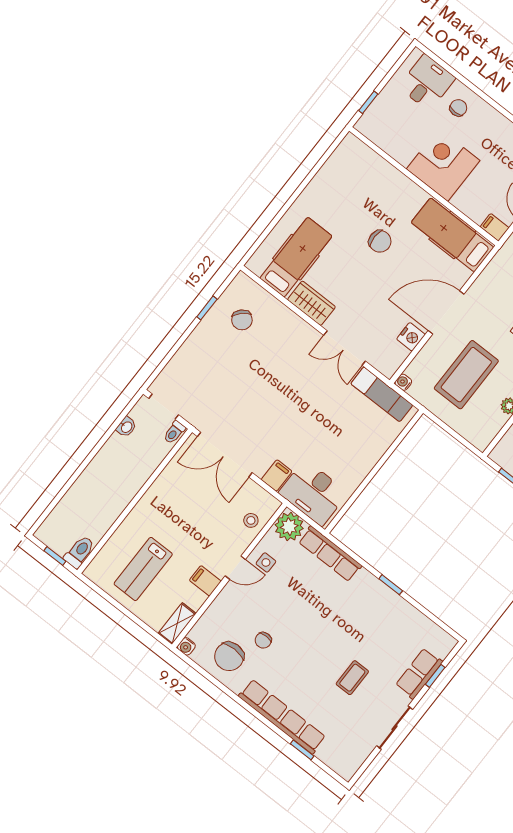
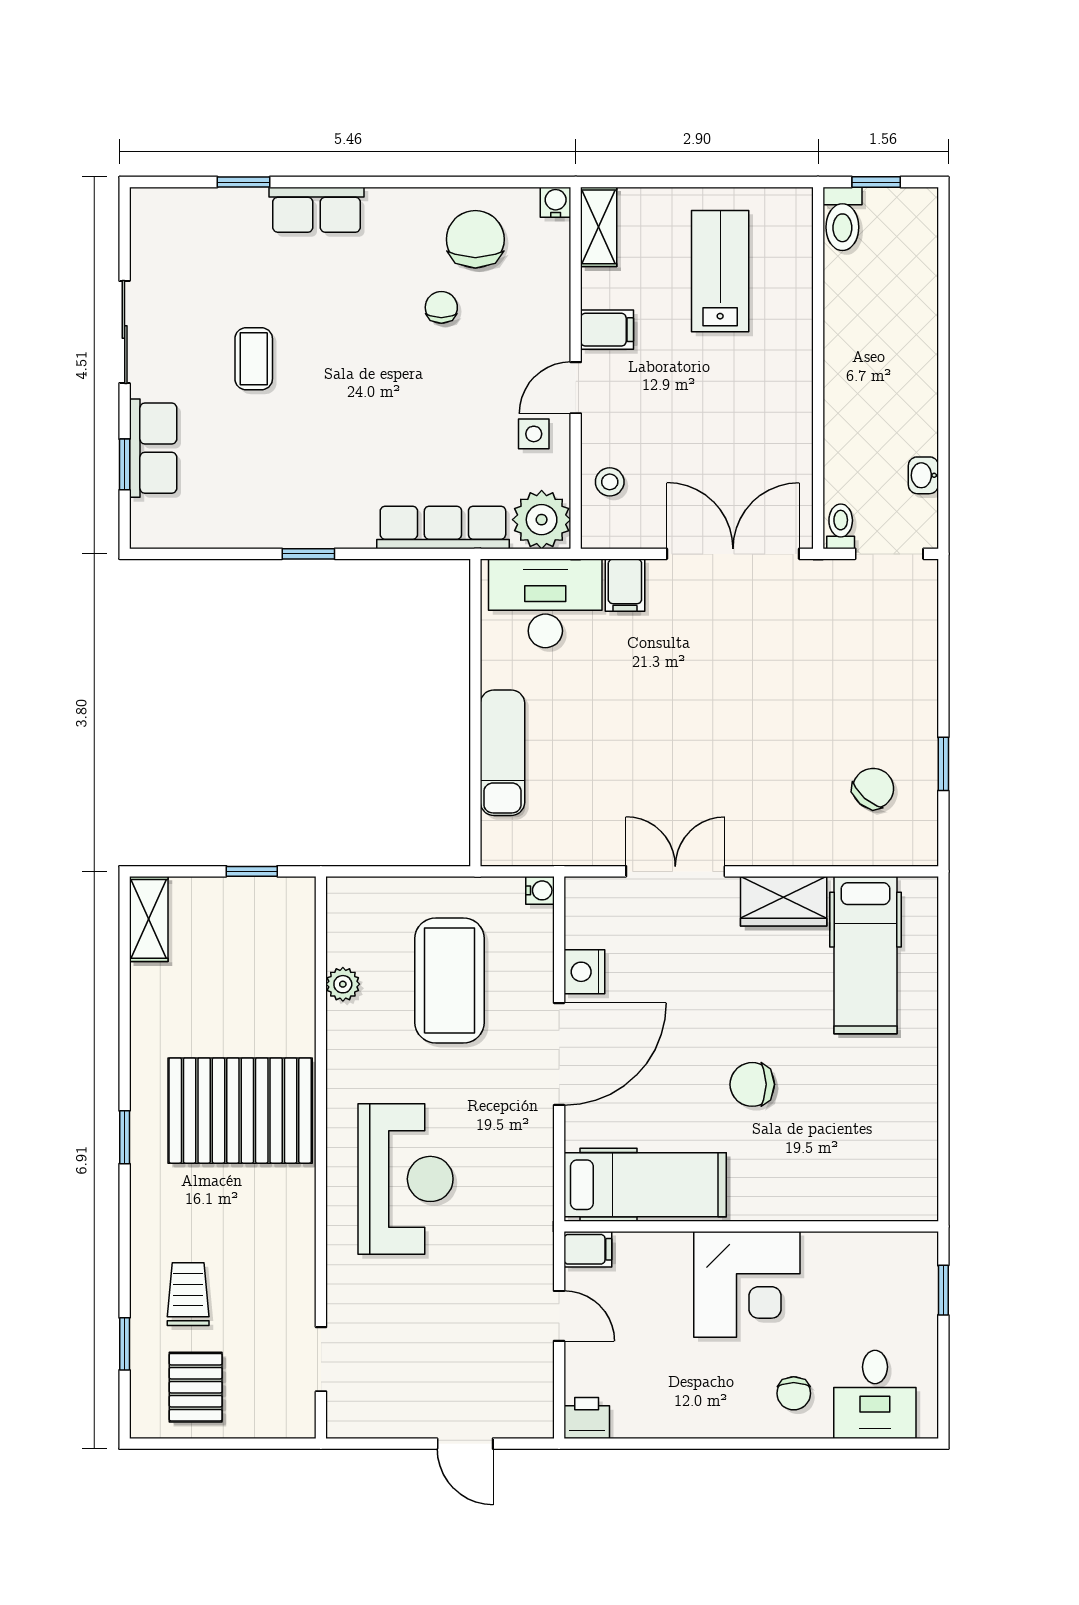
chair: (242, 320) -> (873, 789), turned 85
exam couch: (382, 394) -> (502, 753), moved, turned 90
row of seats: (282, 717) -> (317, 210), width x0.50

